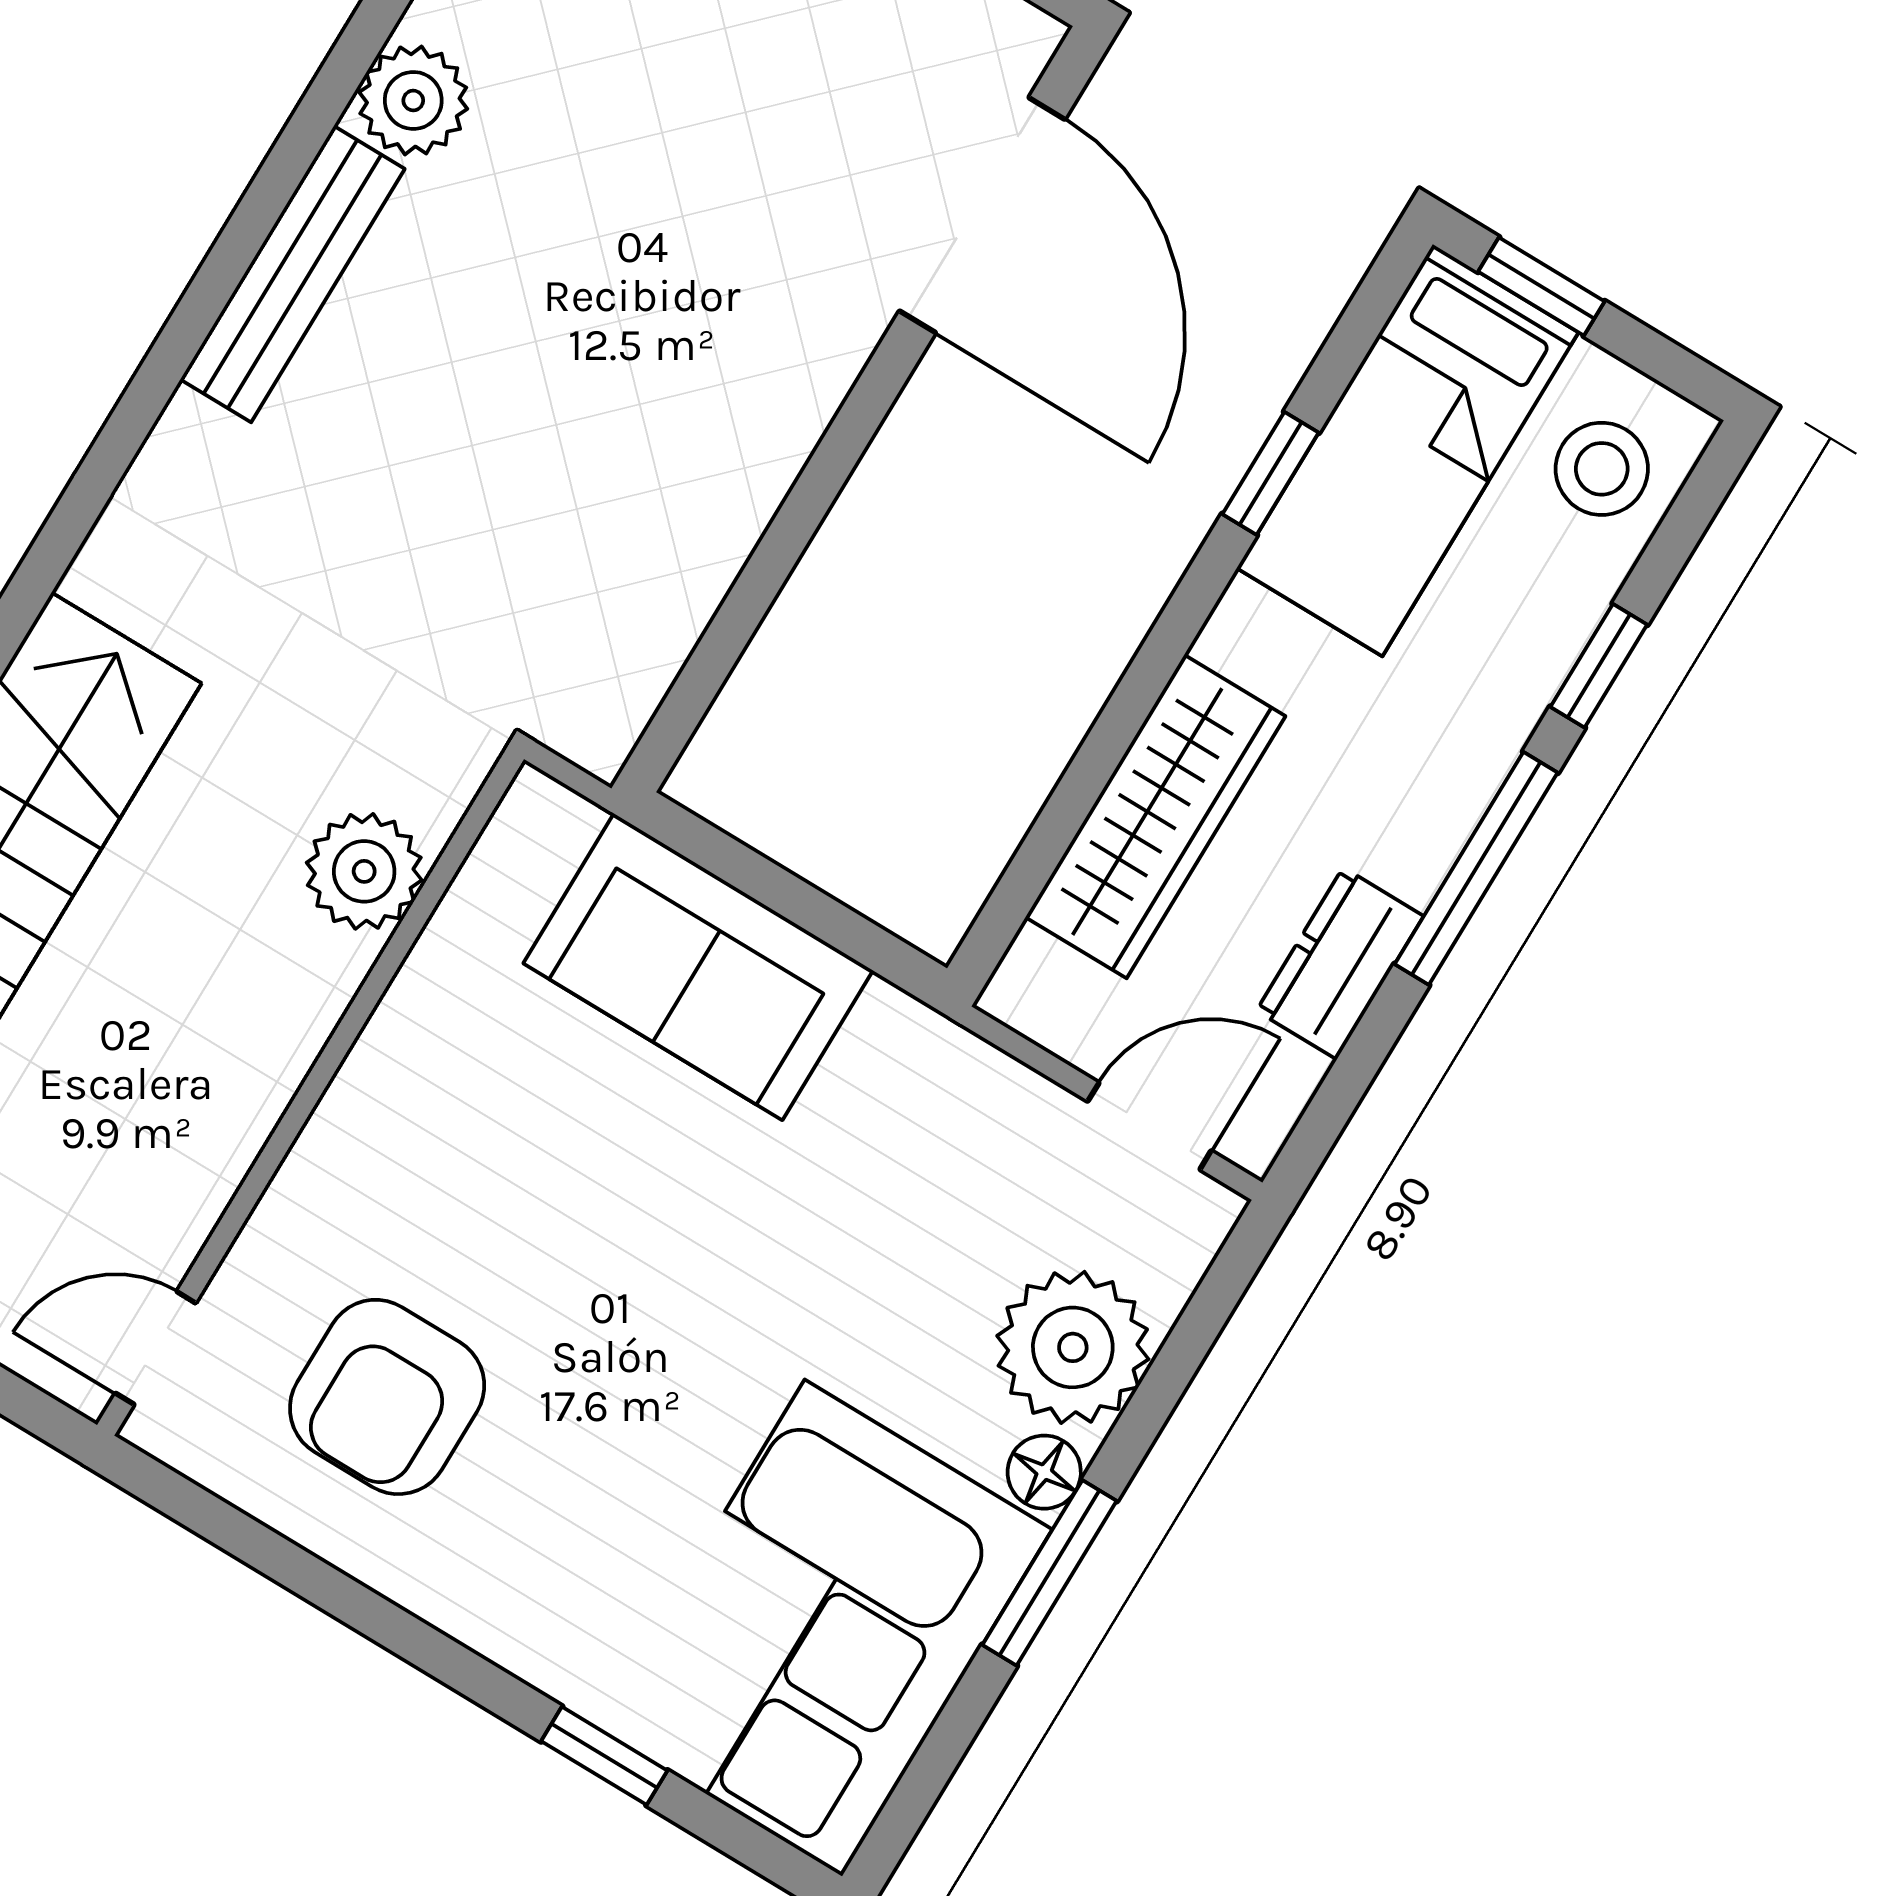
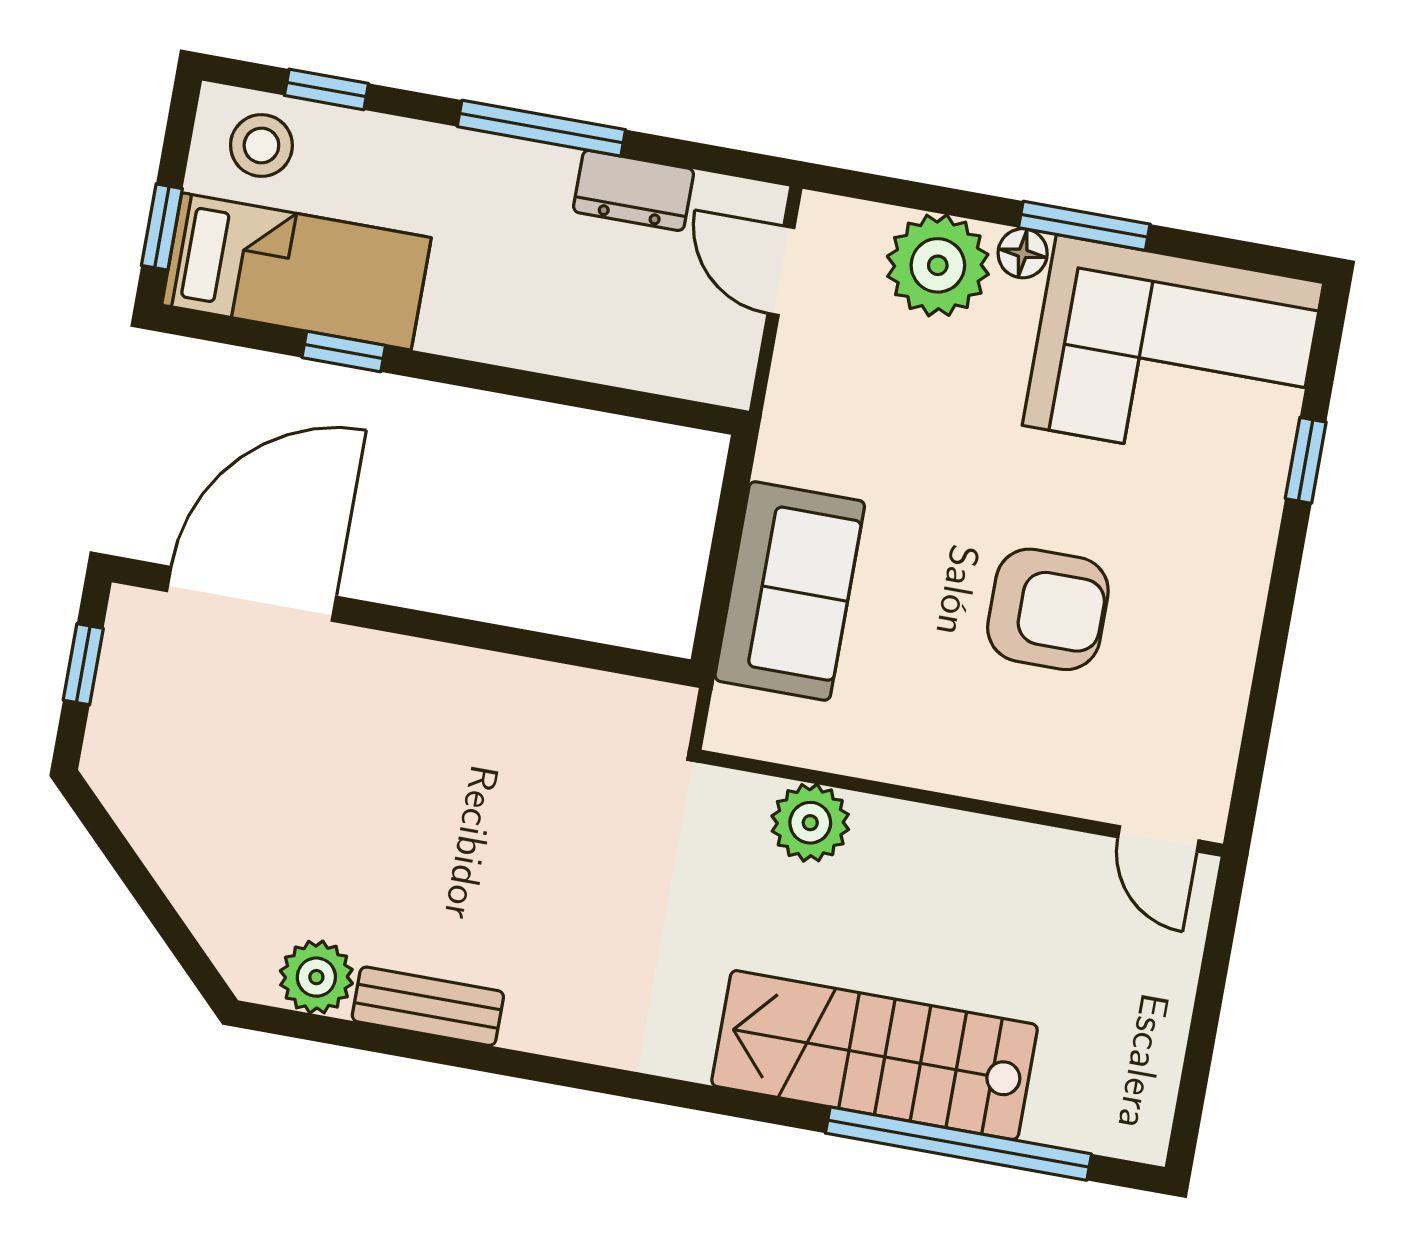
bench: (293, 274) -> (428, 1006), width x0.73
window: (1599, 666) -> (326, 89), moved
wardrobe: (1155, 817) -> (586, 341), removed
armchair: (387, 1397) -> (1048, 609), moved

